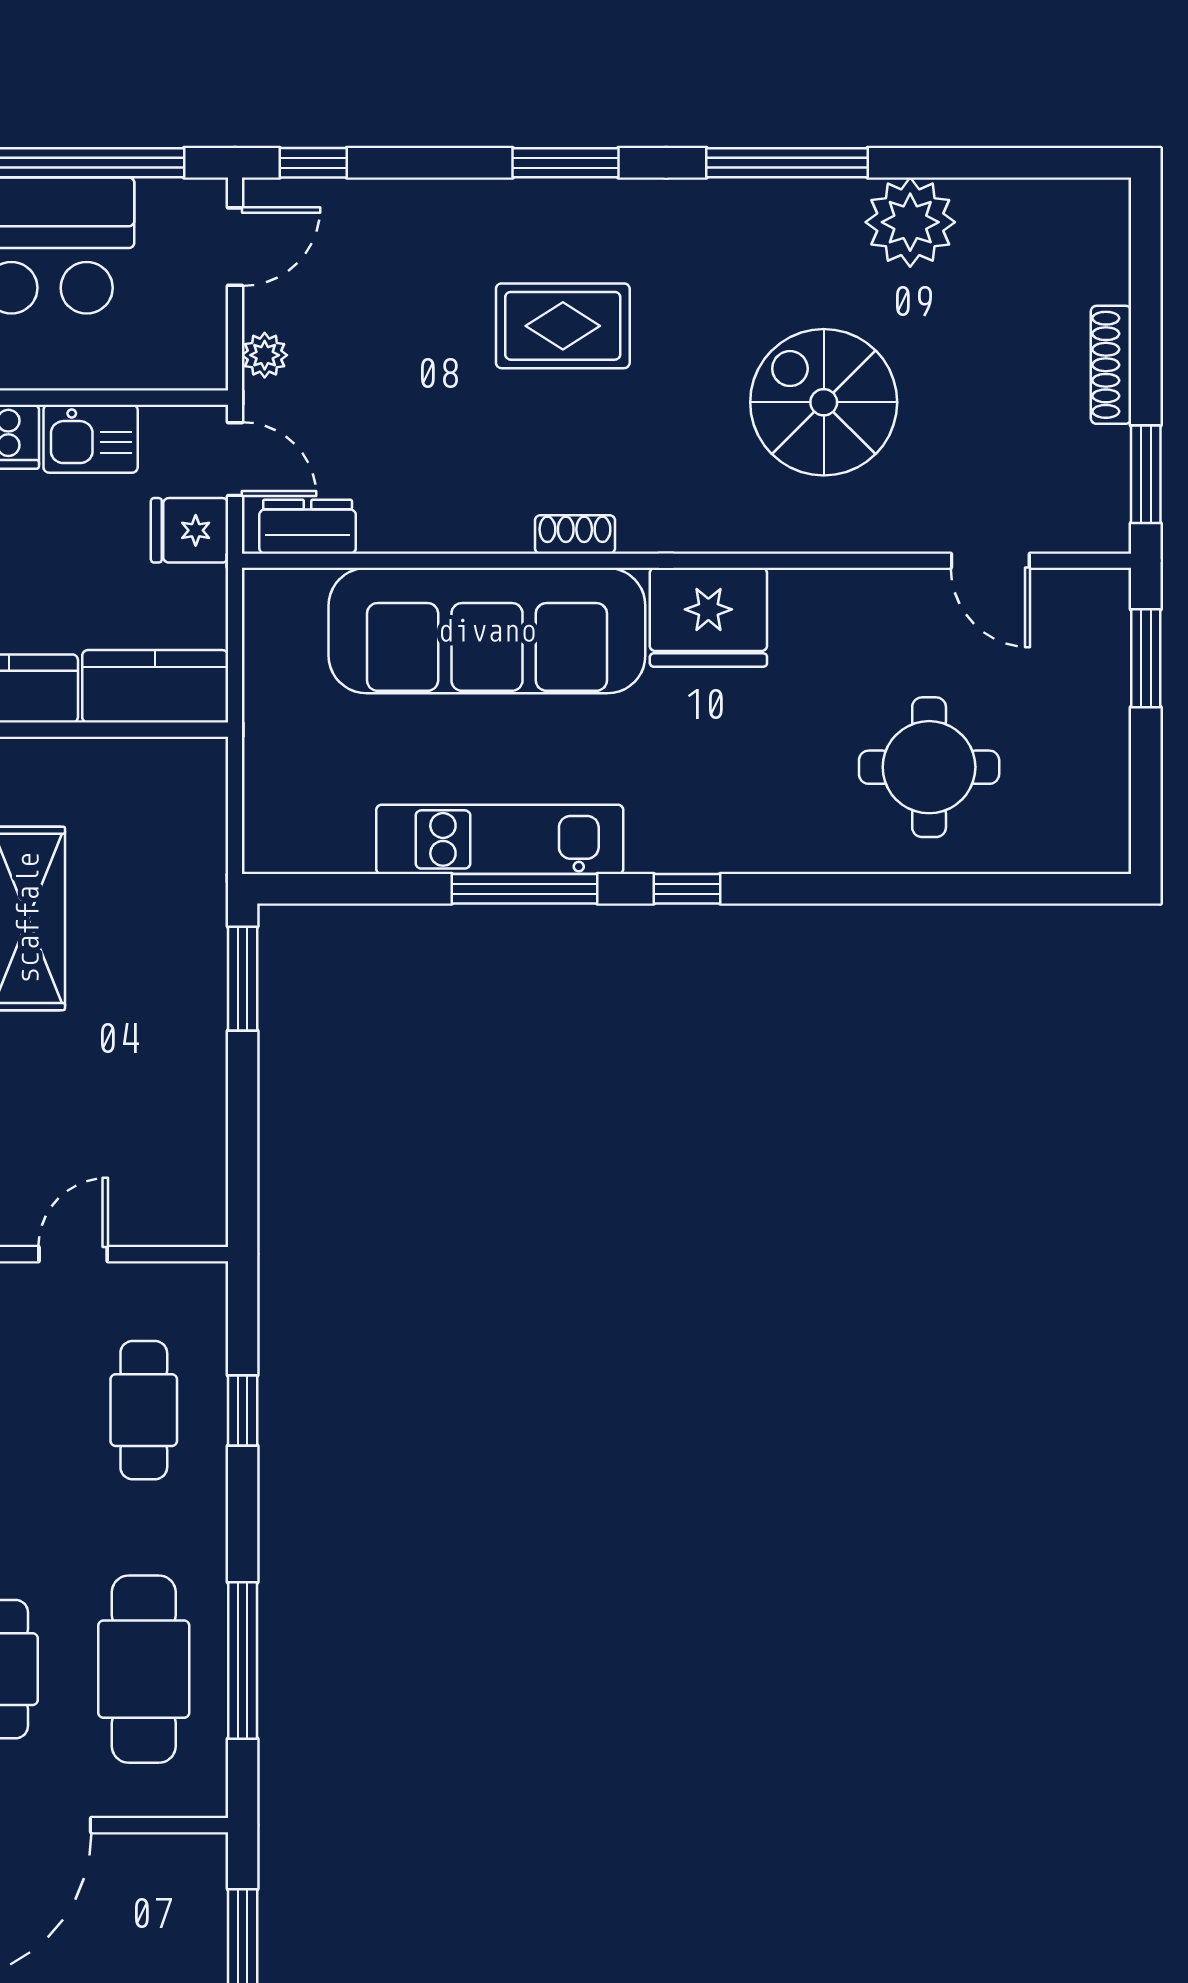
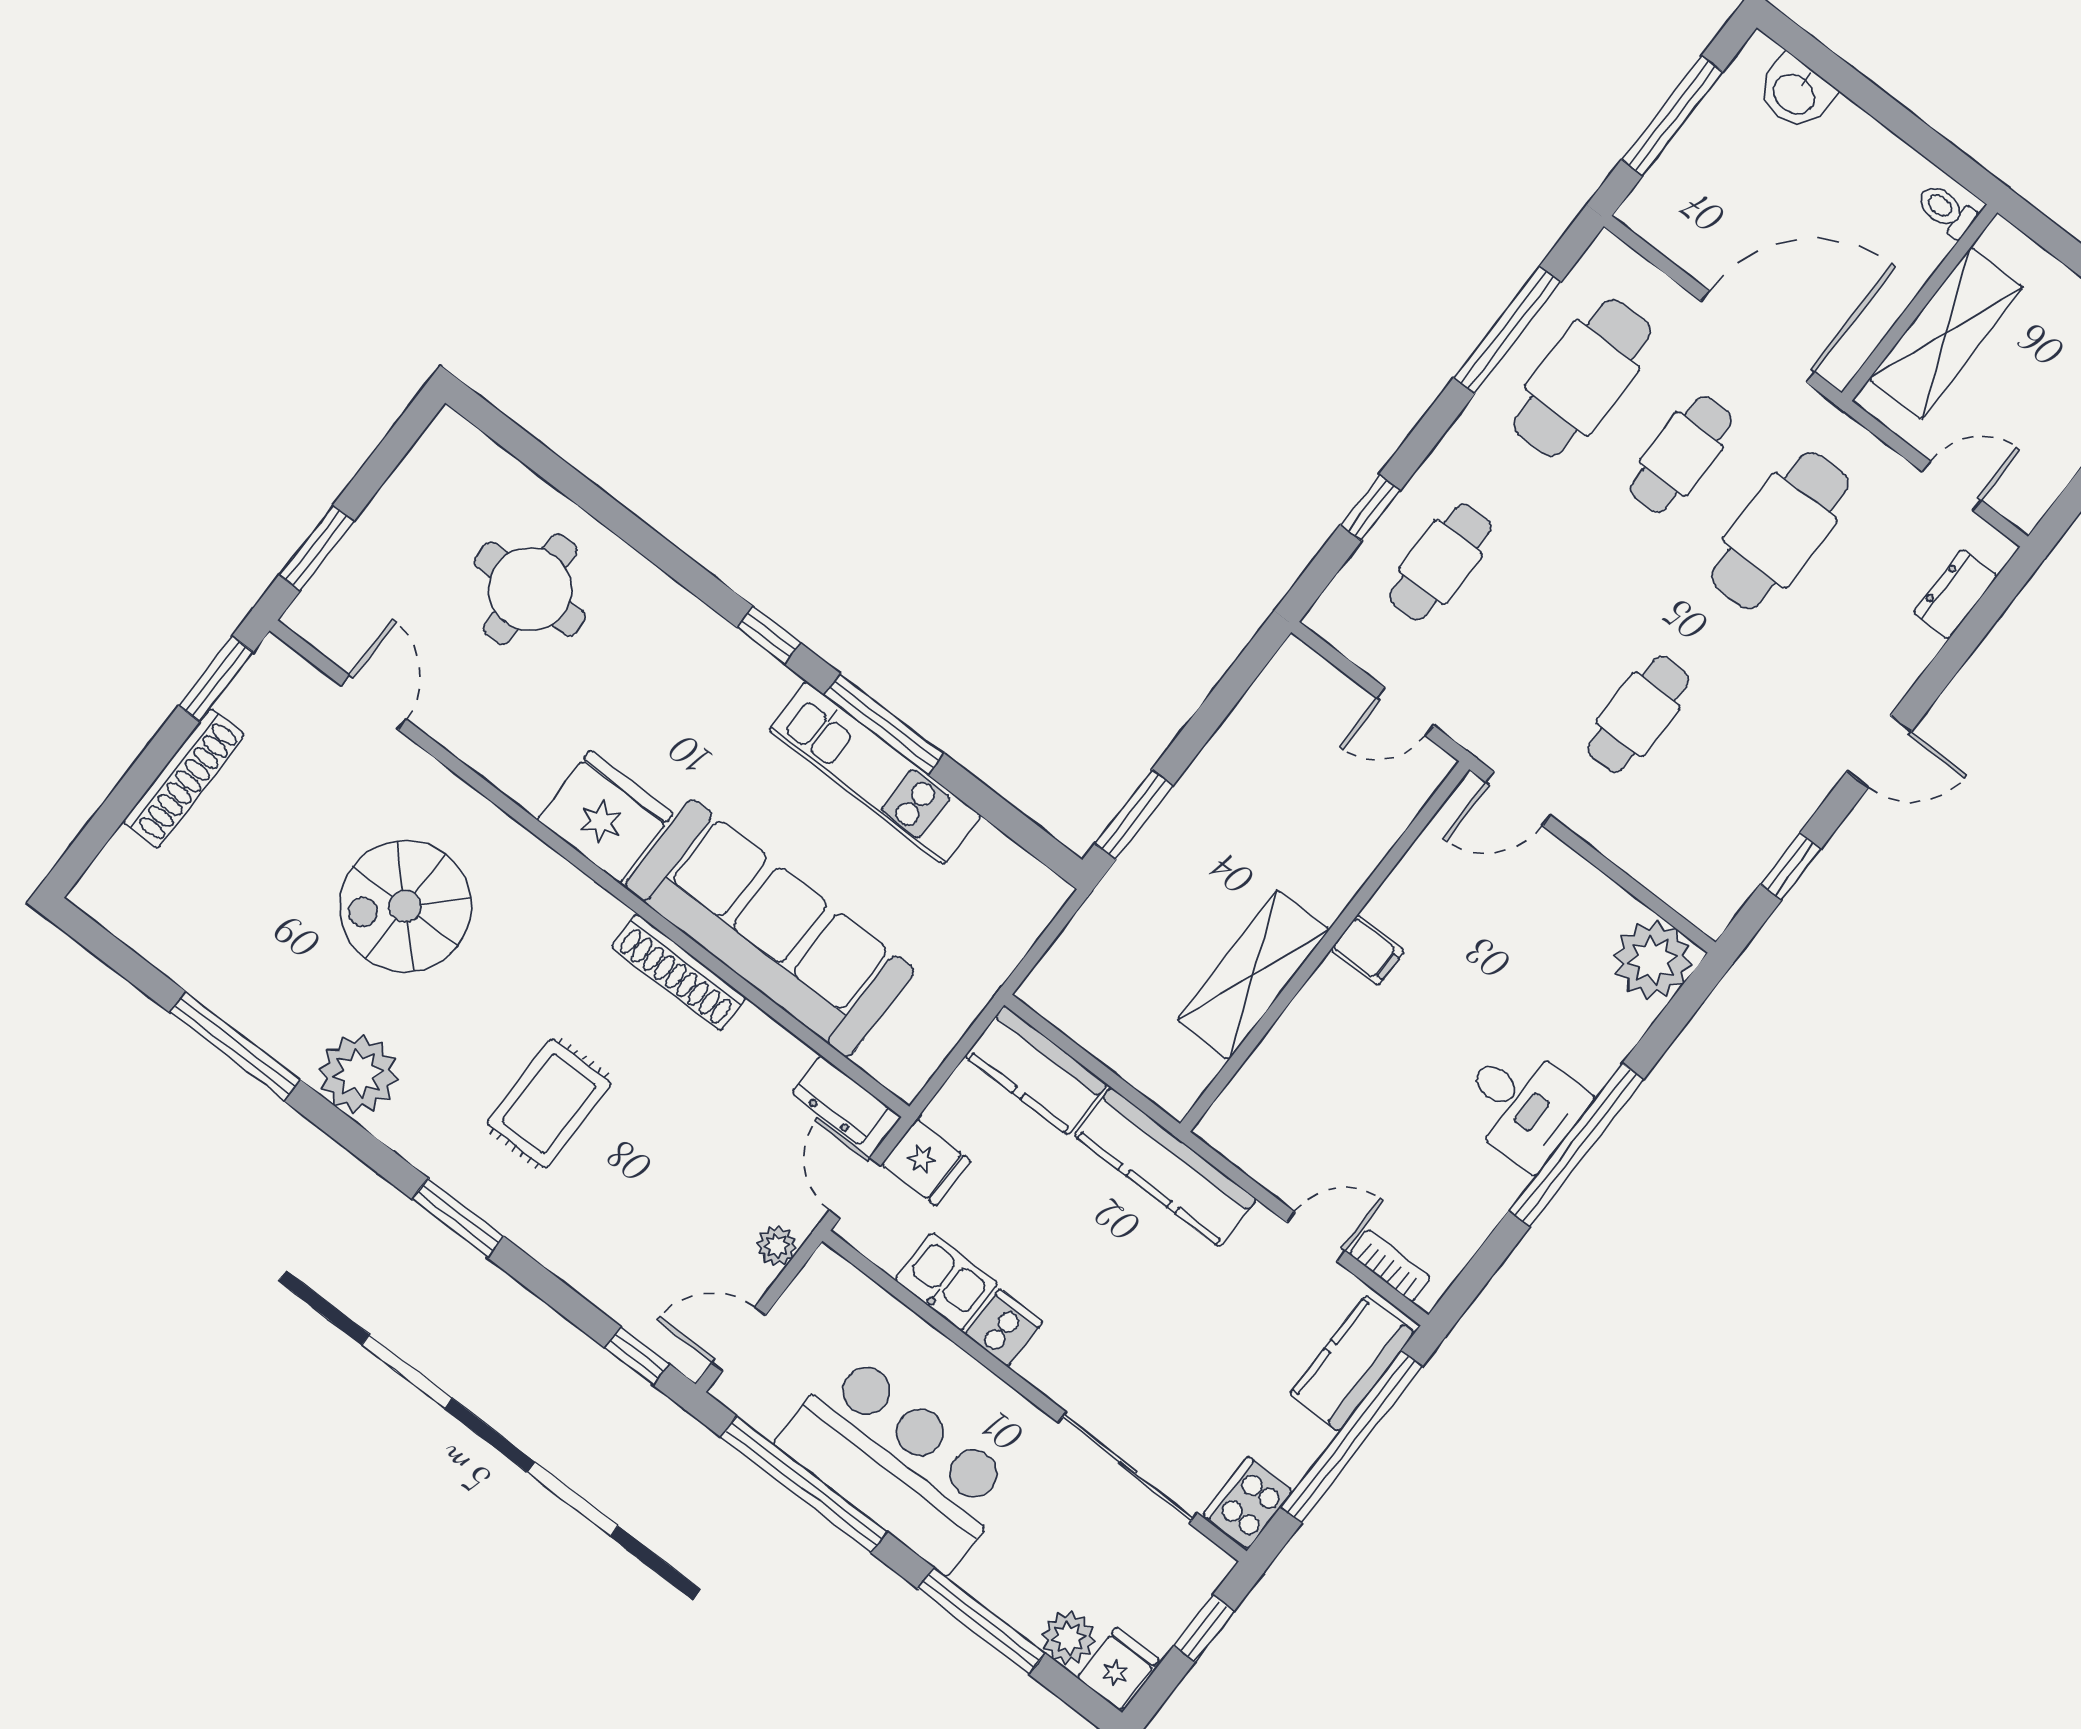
window: (787, 163) -> (235, 1046), moved
plant: (910, 222) -> (358, 1074), moved
rug: (563, 326) -> (549, 1103), turned 90
shoe rack: (1111, 365) -> (184, 778), width x1.36, depth x1.24
spiral stairs: (824, 402) -> (405, 906), turned 90
shoe rack: (575, 534) -> (679, 972), width x1.94, depth x1.24

